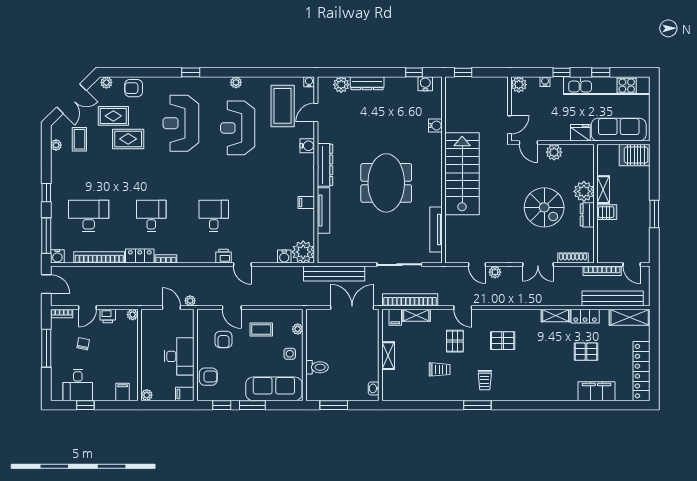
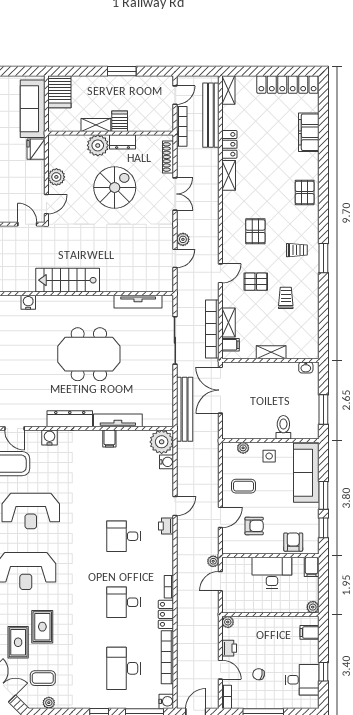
stairs: (462, 174) -> (68, 280), width x0.73, depth x0.66
shelving: (630, 317) -> (228, 90), width x0.67, depth x0.75
coffee table: (261, 329) -> (243, 486), turned 90
pallet: (586, 352) -> (305, 193), moved

